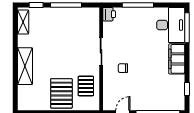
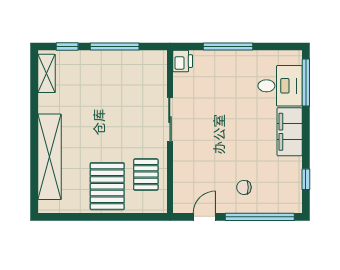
desk: (171, 25) -> (280, 86), width x0.73
shelving: (25, 66) -> (50, 157), width x1.47
chair: (123, 68) -> (244, 187), moved

